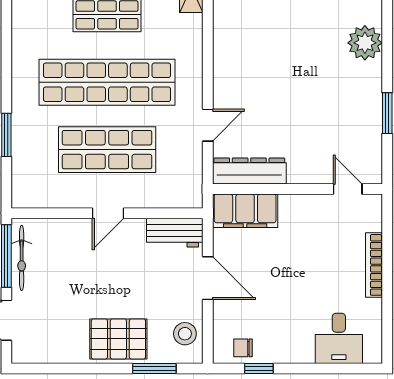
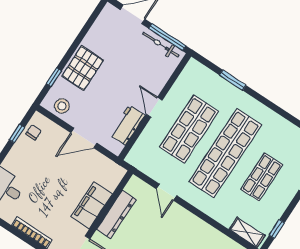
dresser: (249, 171) -> (116, 214), moved
filing cabinet: (245, 211) -> (92, 205), moved
workbench: (175, 233) -> (127, 125), moved
window: (154, 368) -> (54, 77), width x0.67

